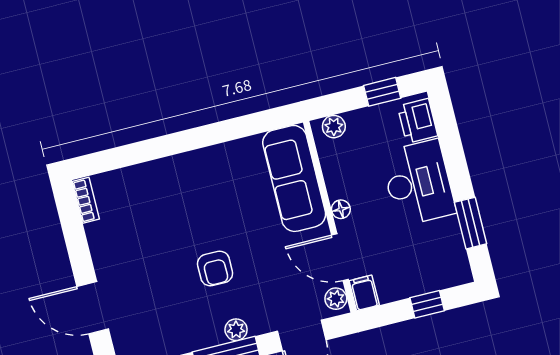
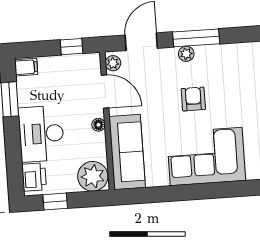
plant: (334, 127) -> (93, 176), width x1.87, depth x1.87
corner sofa: (183, 192) -> (206, 156), added
filing cabinet: (364, 293) -> (26, 67), moved, turned -90
window: (427, 304) -> (72, 47), moved

